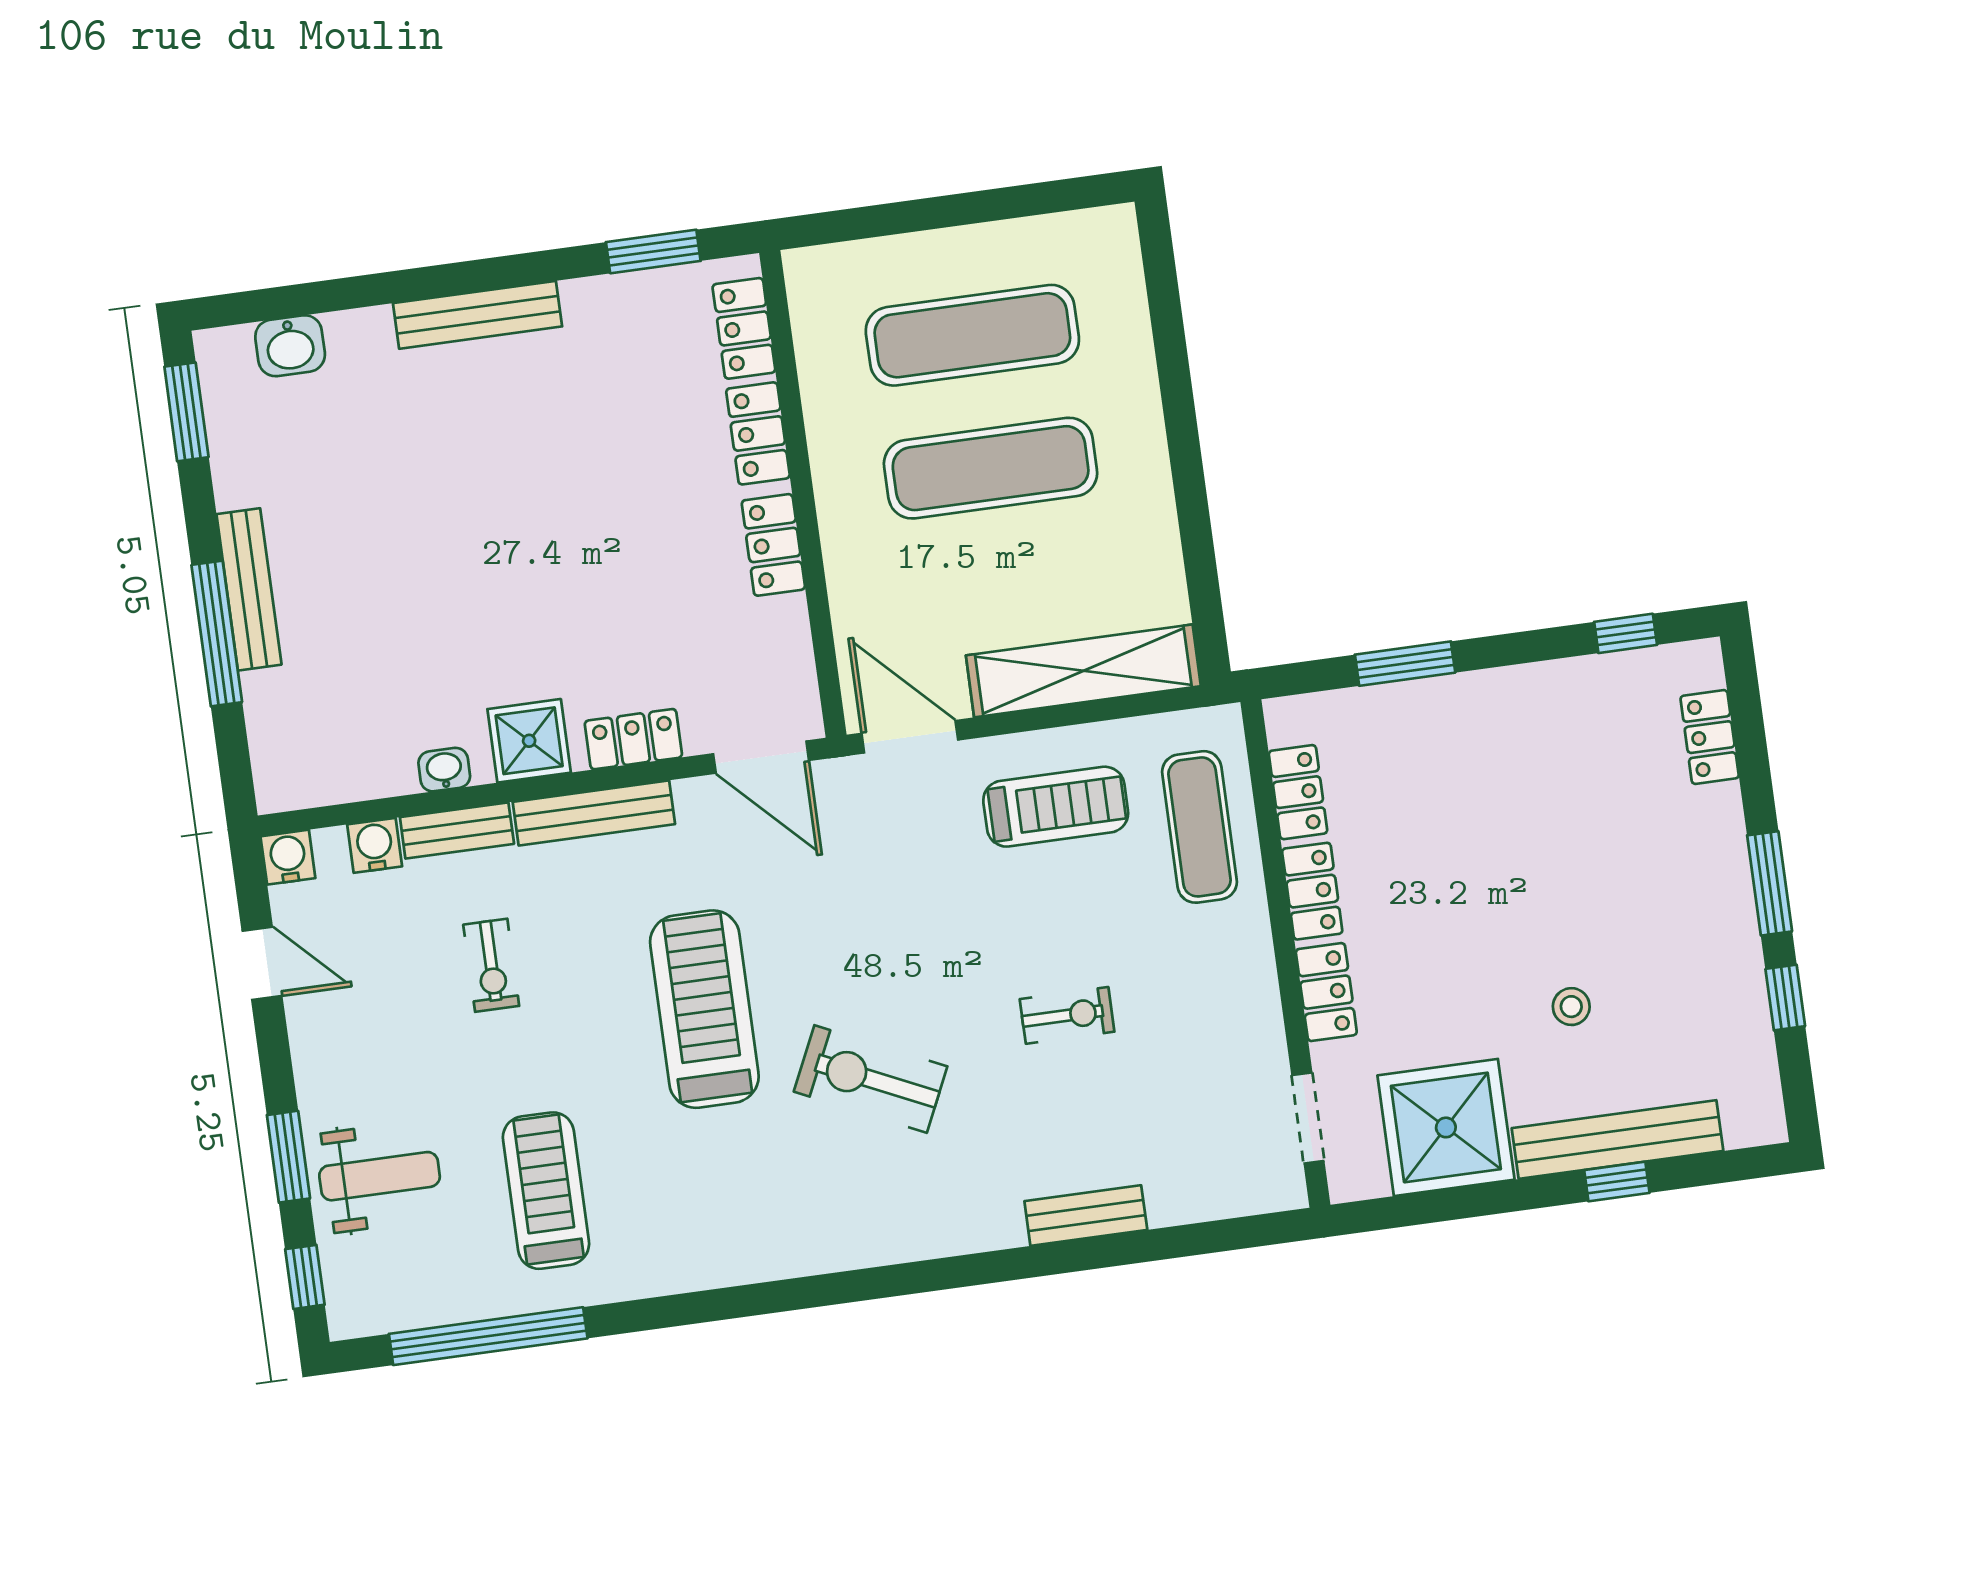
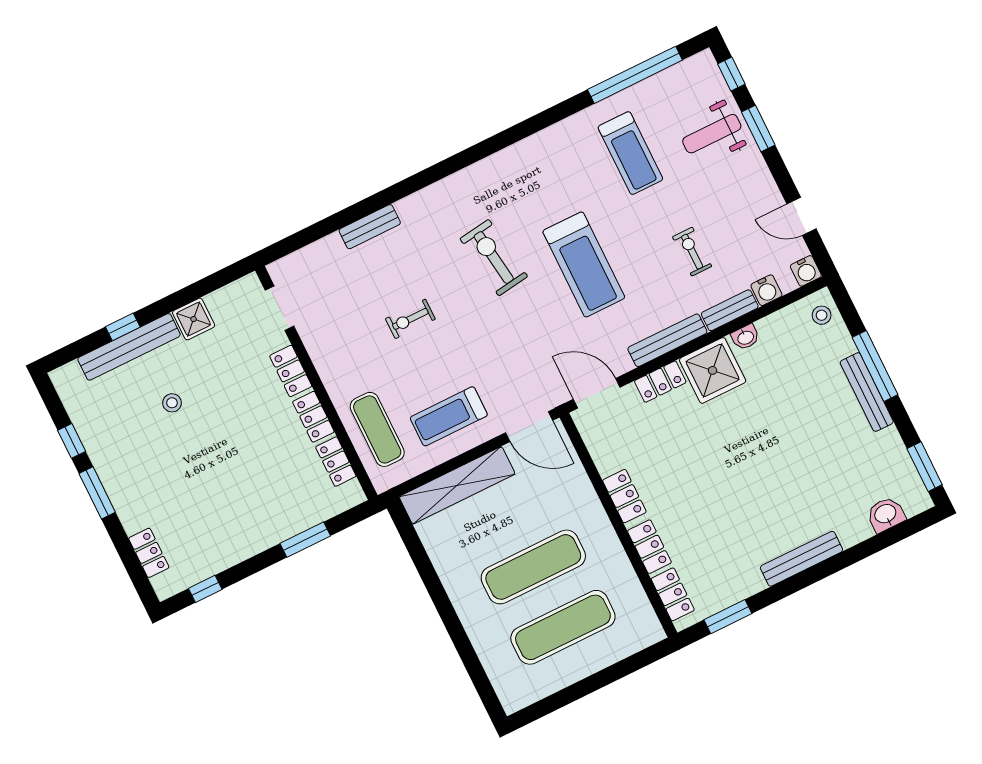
shower: (529, 741) -> (713, 370), width x1.36, depth x1.36
stool: (286, 763) -> (822, 315), added
exercise bike: (871, 1079) -> (494, 258), turned -123
shower: (1446, 1127) -> (194, 319), width x0.54, depth x0.54

